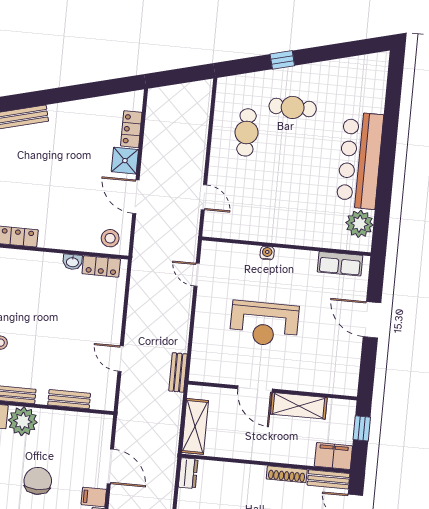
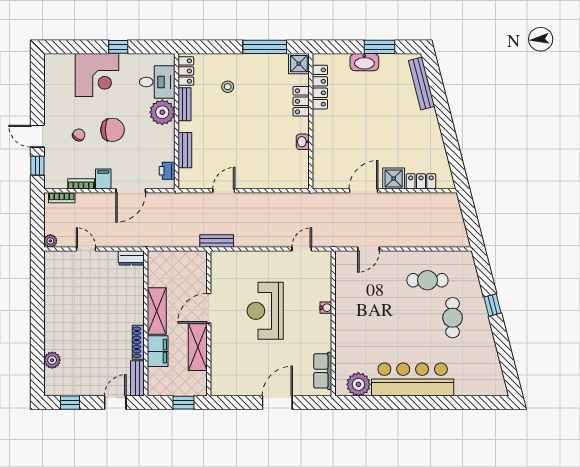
stool: (110, 238) -> (326, 172), removed
locker: (101, 266) -> (301, 101), moved
printer: (91, 422) -> (167, 171), added
shelving: (195, 426) -> (157, 311), moved, turned 90
filing cabinet: (333, 456) -> (158, 351), moved

